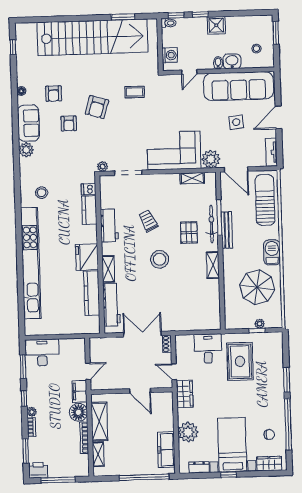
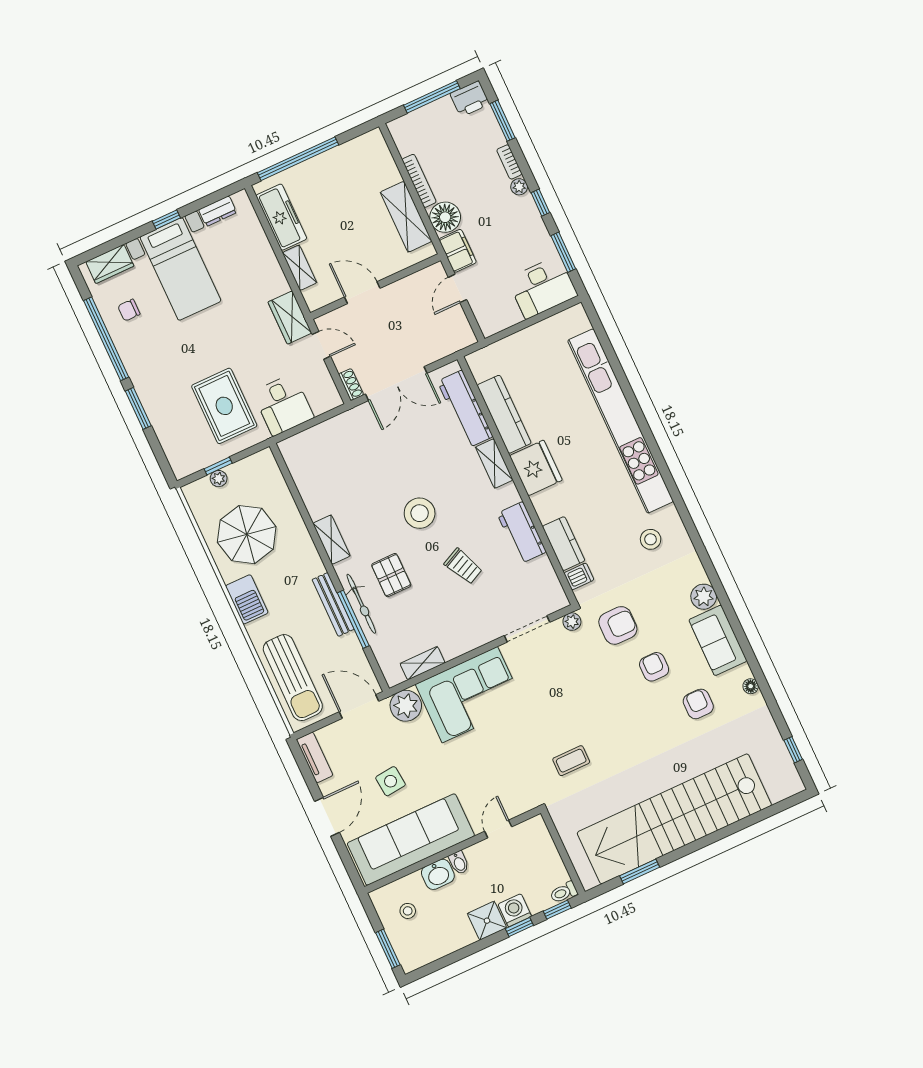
washing machine: (170, 55) -> (515, 910), moved, turned 90
armchair: (97, 107) -> (618, 625), moved, turned 73
plant: (188, 432) -> (259, 259), removed
shelving: (98, 454) -> (300, 268), moved

